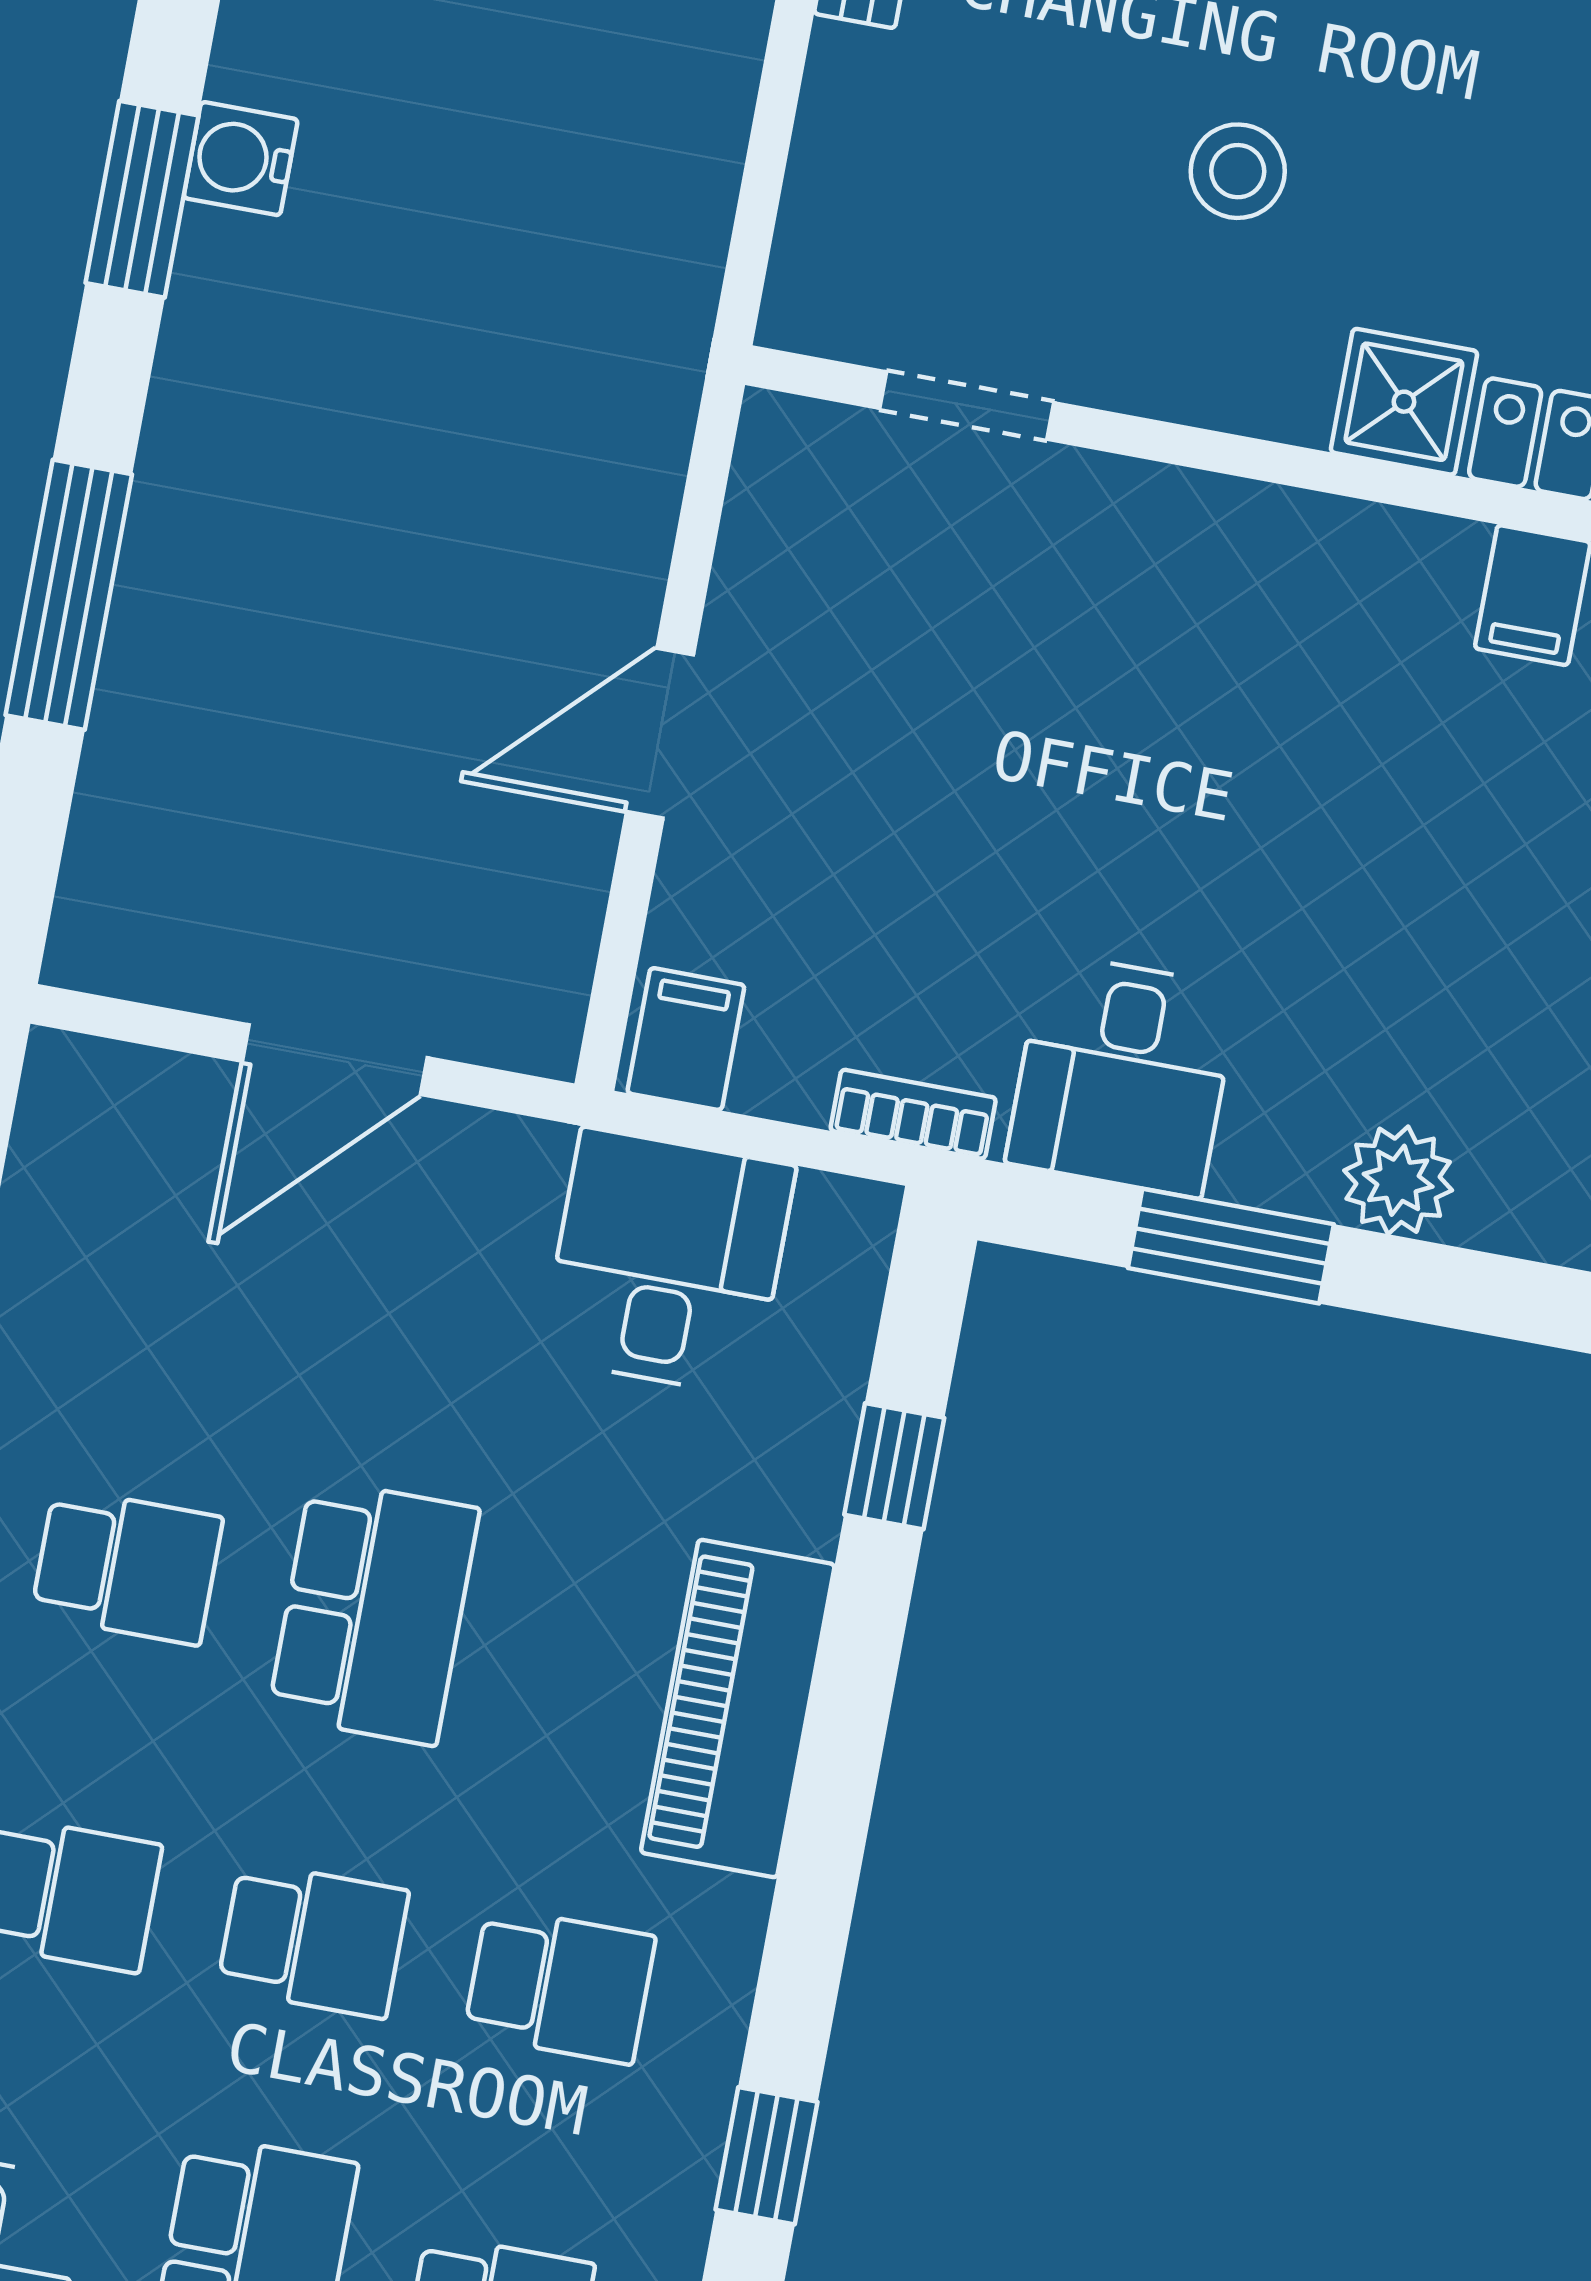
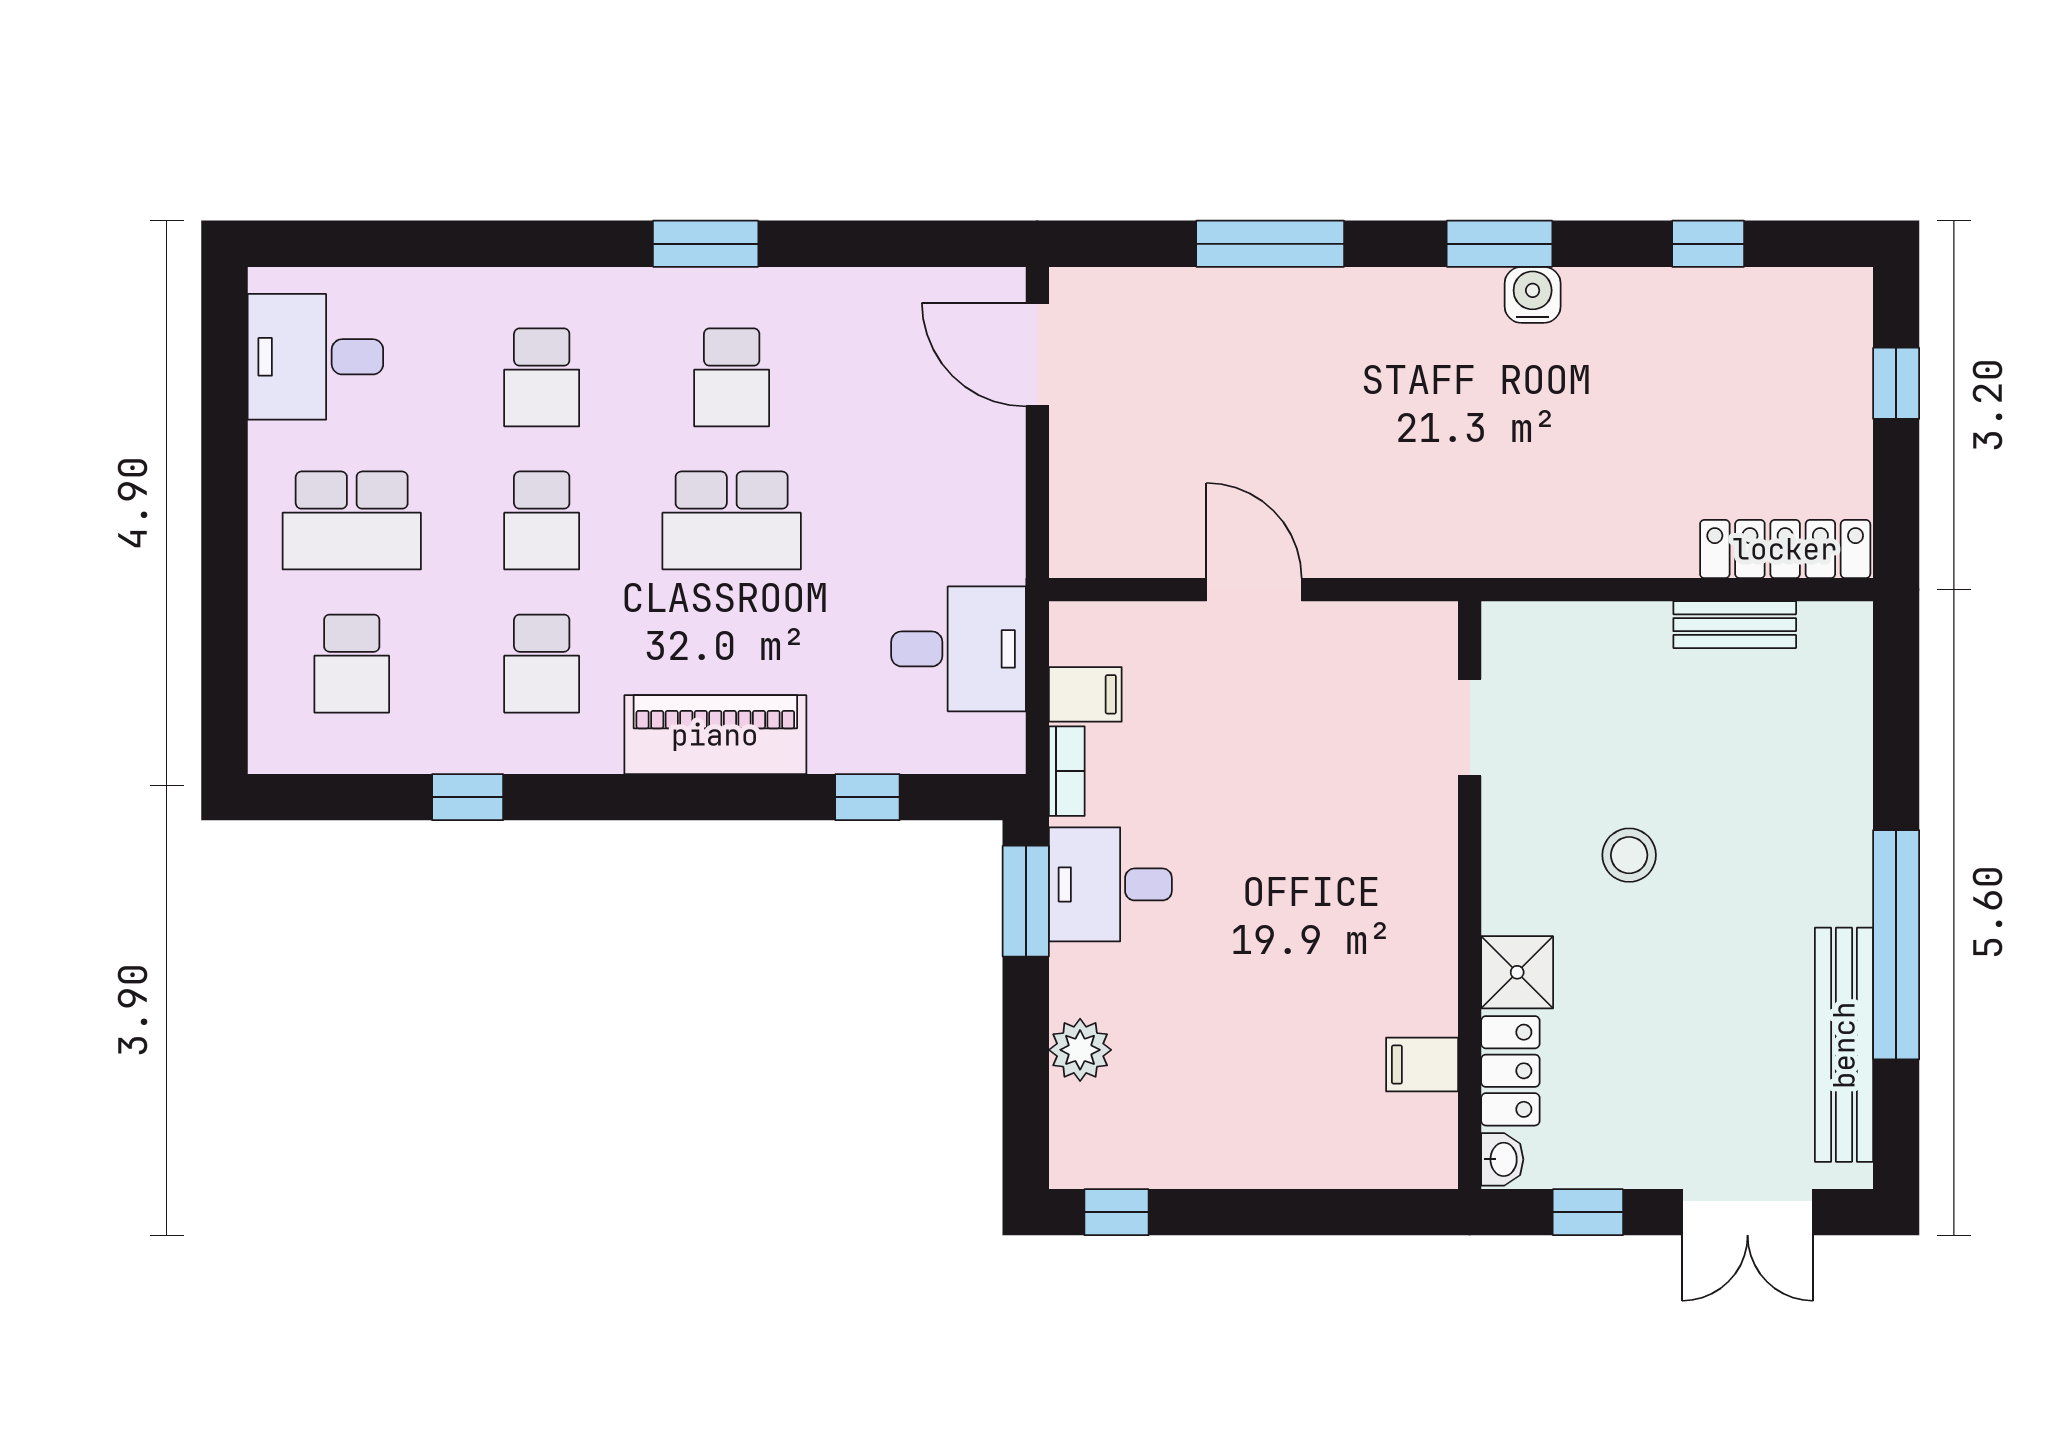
filing cabinet: (686, 1039) -> (1085, 694), moved
door: (335, 1060) -> (1037, 354), moved
window: (1231, 1246) -> (1026, 901), moved

